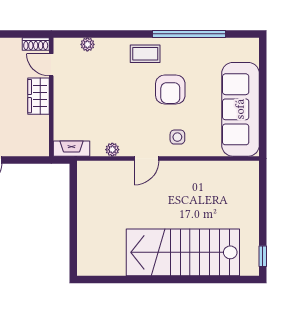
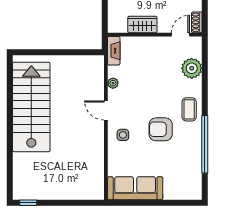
plant: (87, 44) -> (192, 68), width x1.87, depth x1.87
wardrobe: (38, 96) -> (142, 25), moved
sofa: (240, 109) -> (135, 188), width x0.74, depth x0.79
stairs: (183, 252) -> (31, 107), moved

